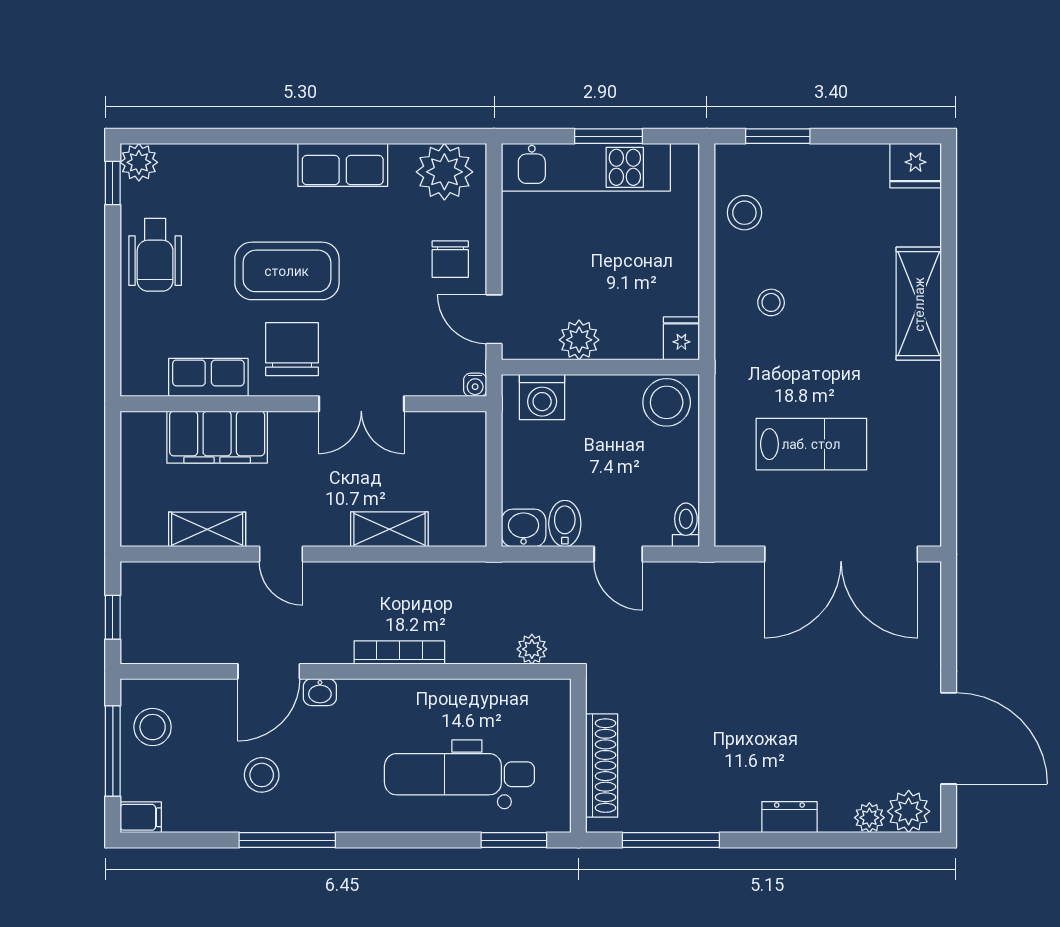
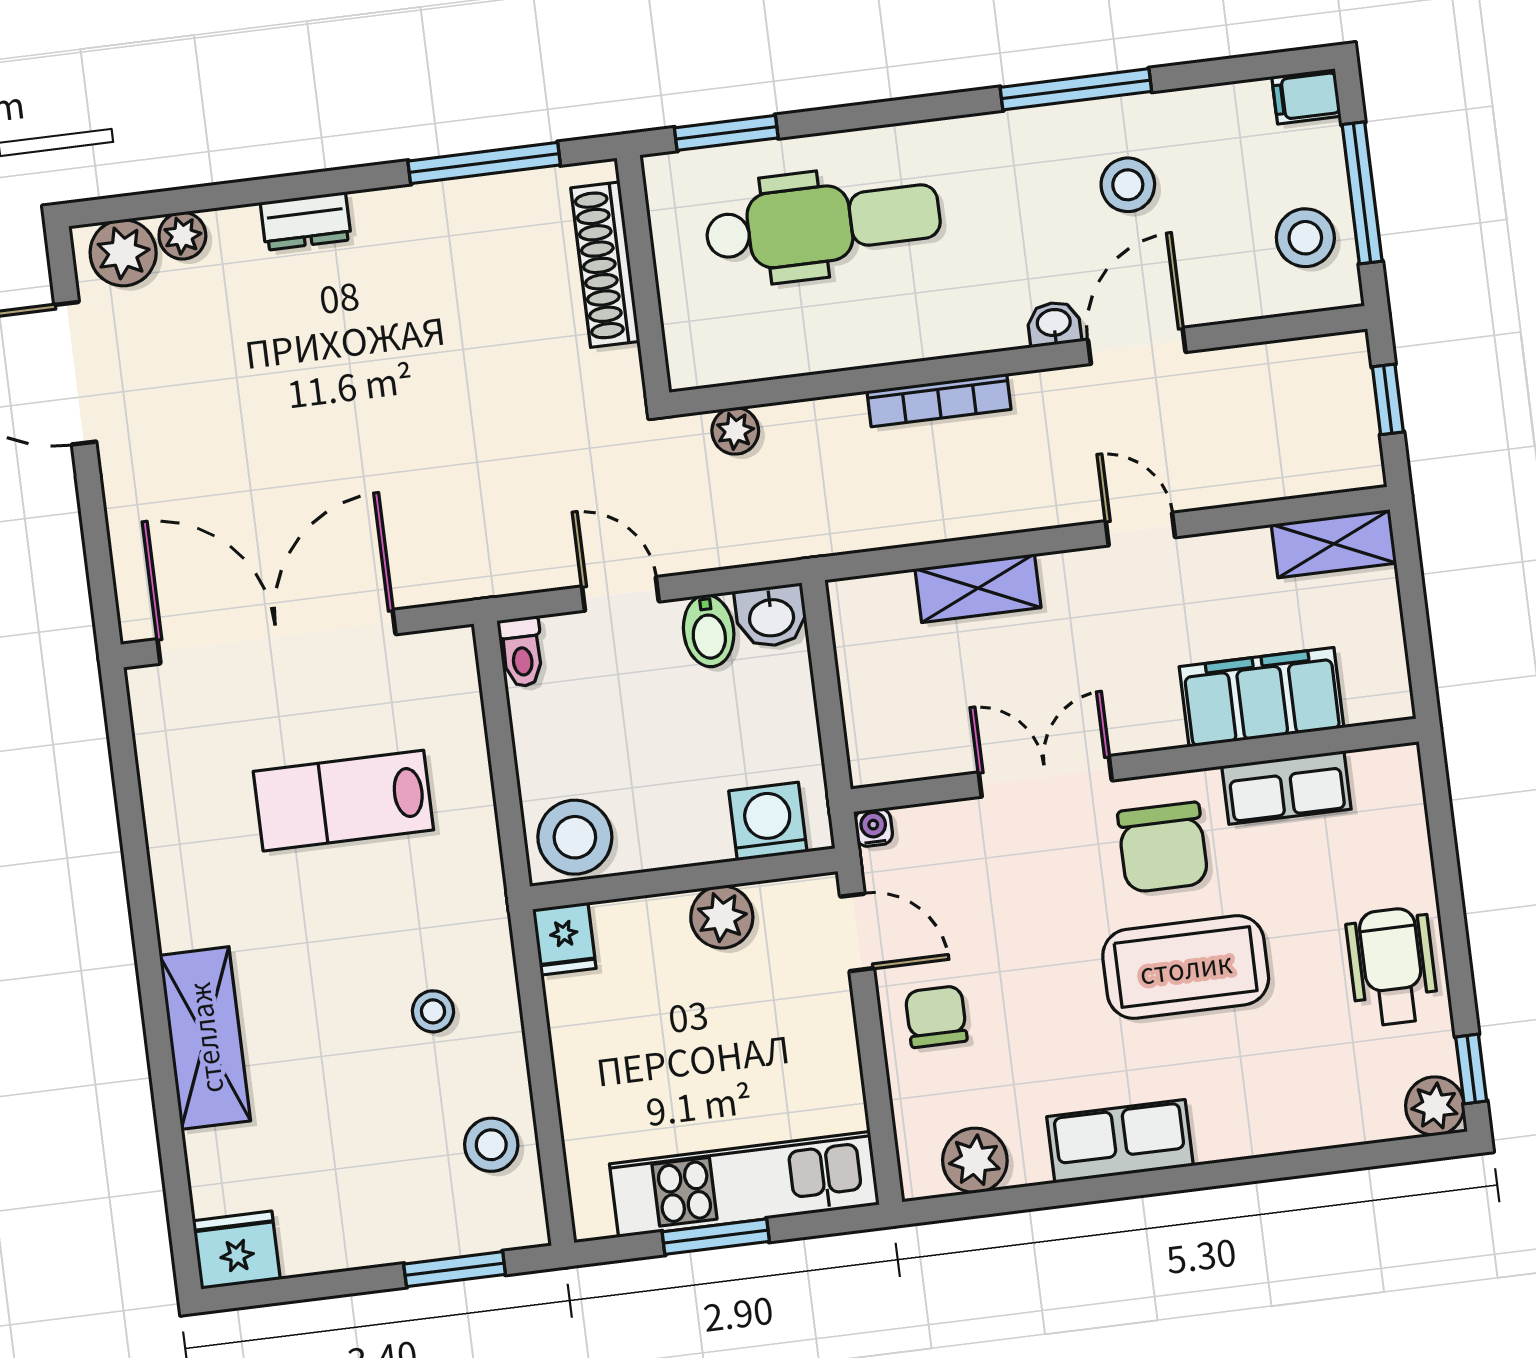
plant: (444, 172) -> (975, 1160), width x0.73, depth x0.73
shelving: (207, 529) -> (1334, 544), moved

